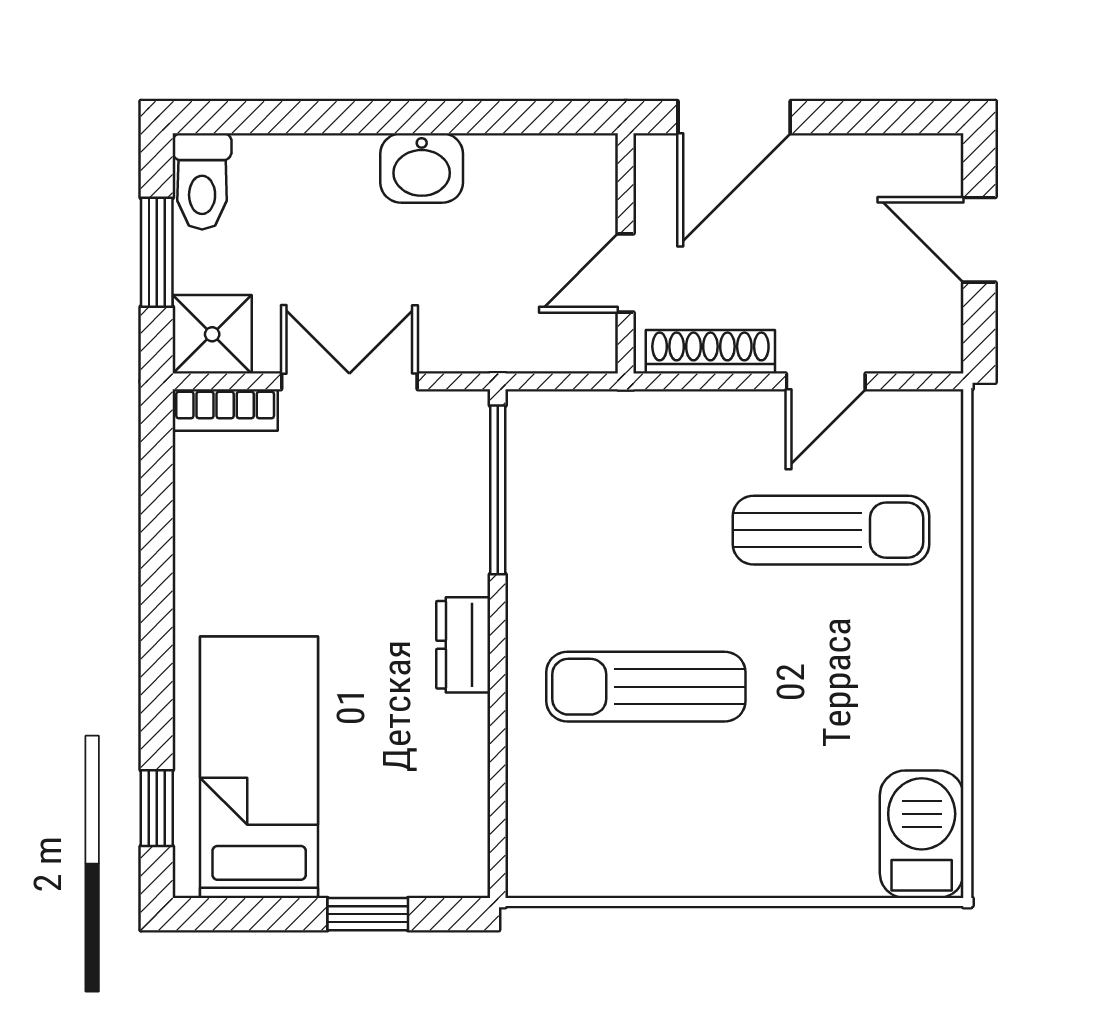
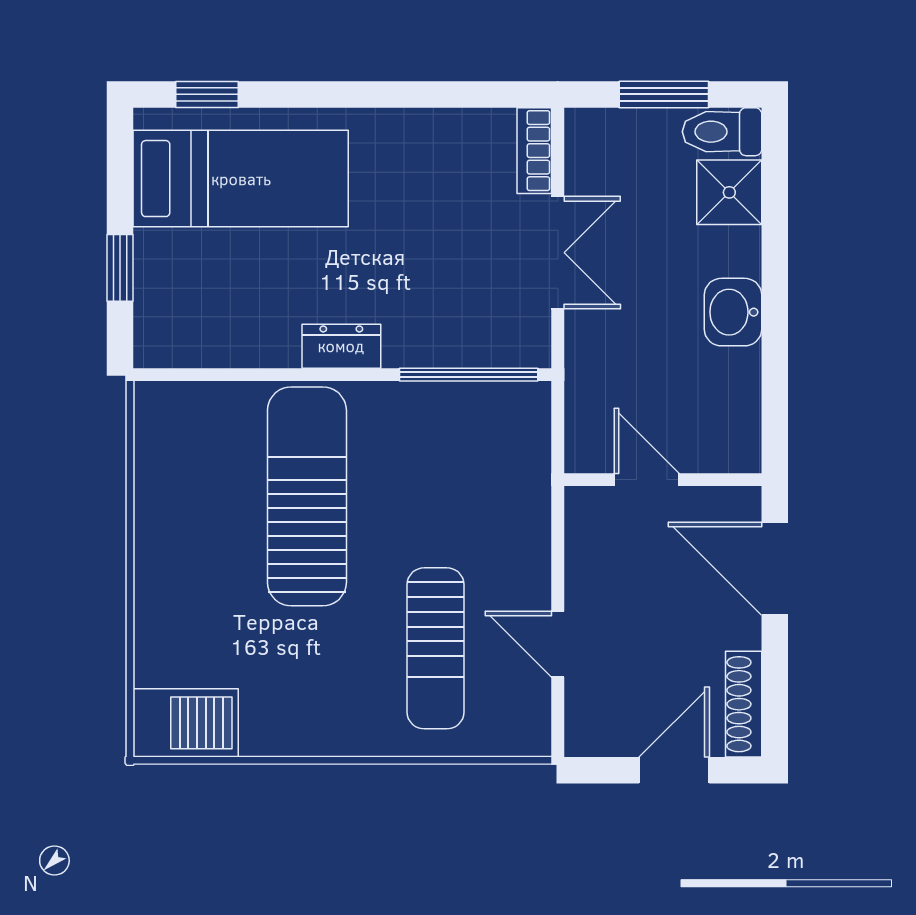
shower: (212, 334) -> (729, 192), moved
shoe rack: (710, 352) -> (744, 704), moved, turned 180
sun lounger: (646, 687) -> (307, 496), width x1.36, depth x1.34

